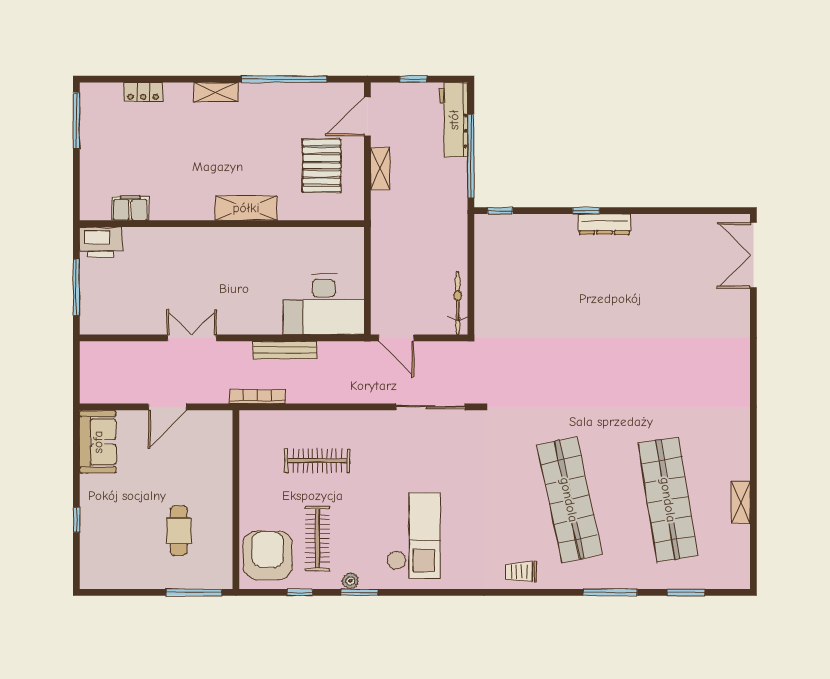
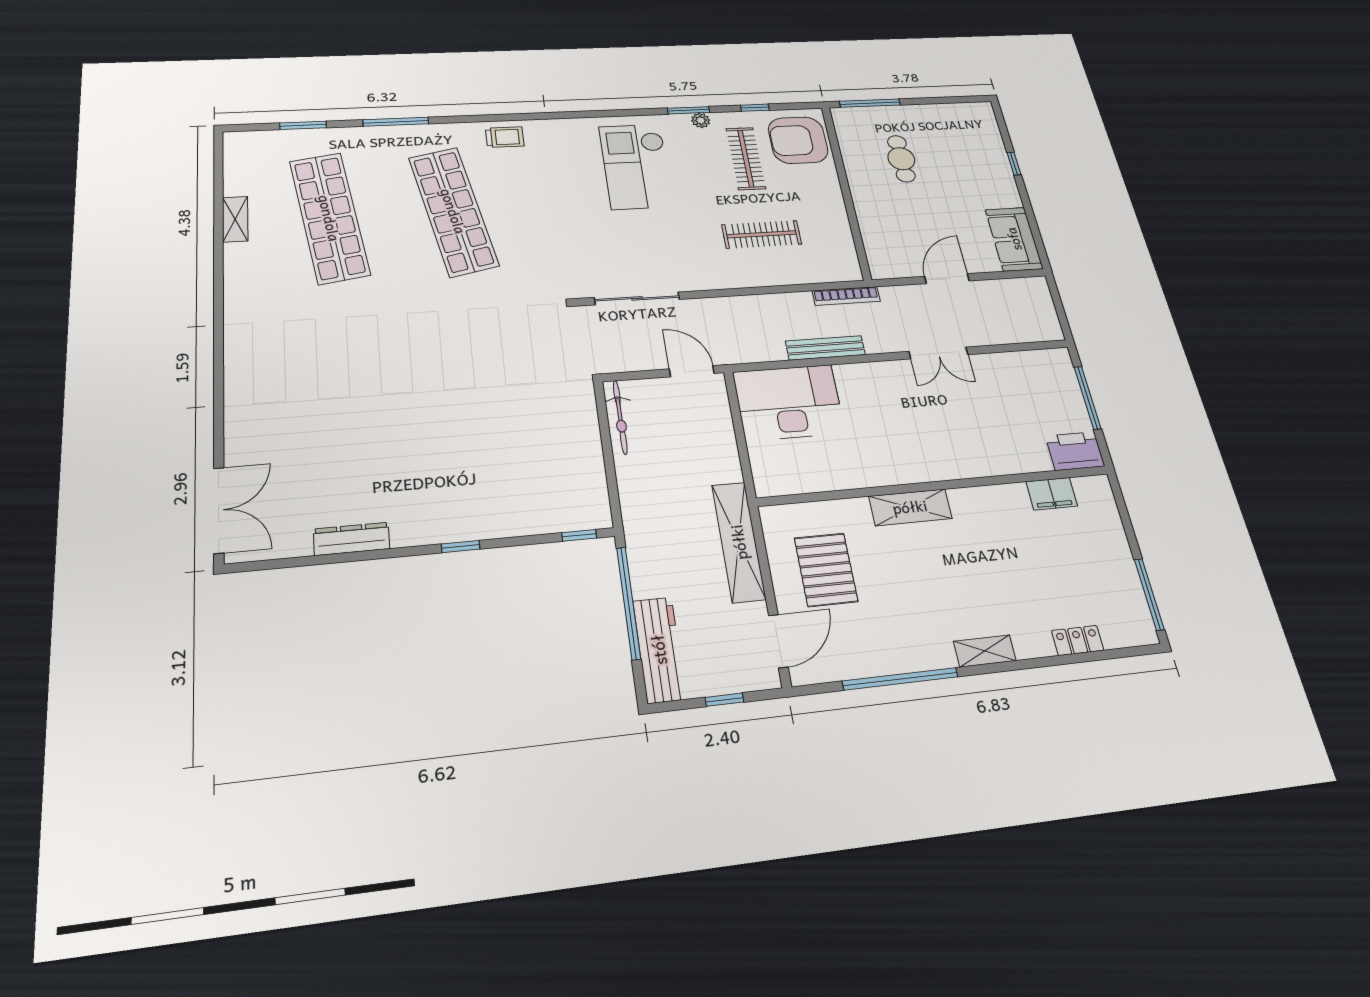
shelving: (380, 169) -> (739, 542), width x2.20, depth x1.33
dresser: (604, 224) -> (352, 539), moved
armchair: (268, 555) -> (798, 140), turned 90

